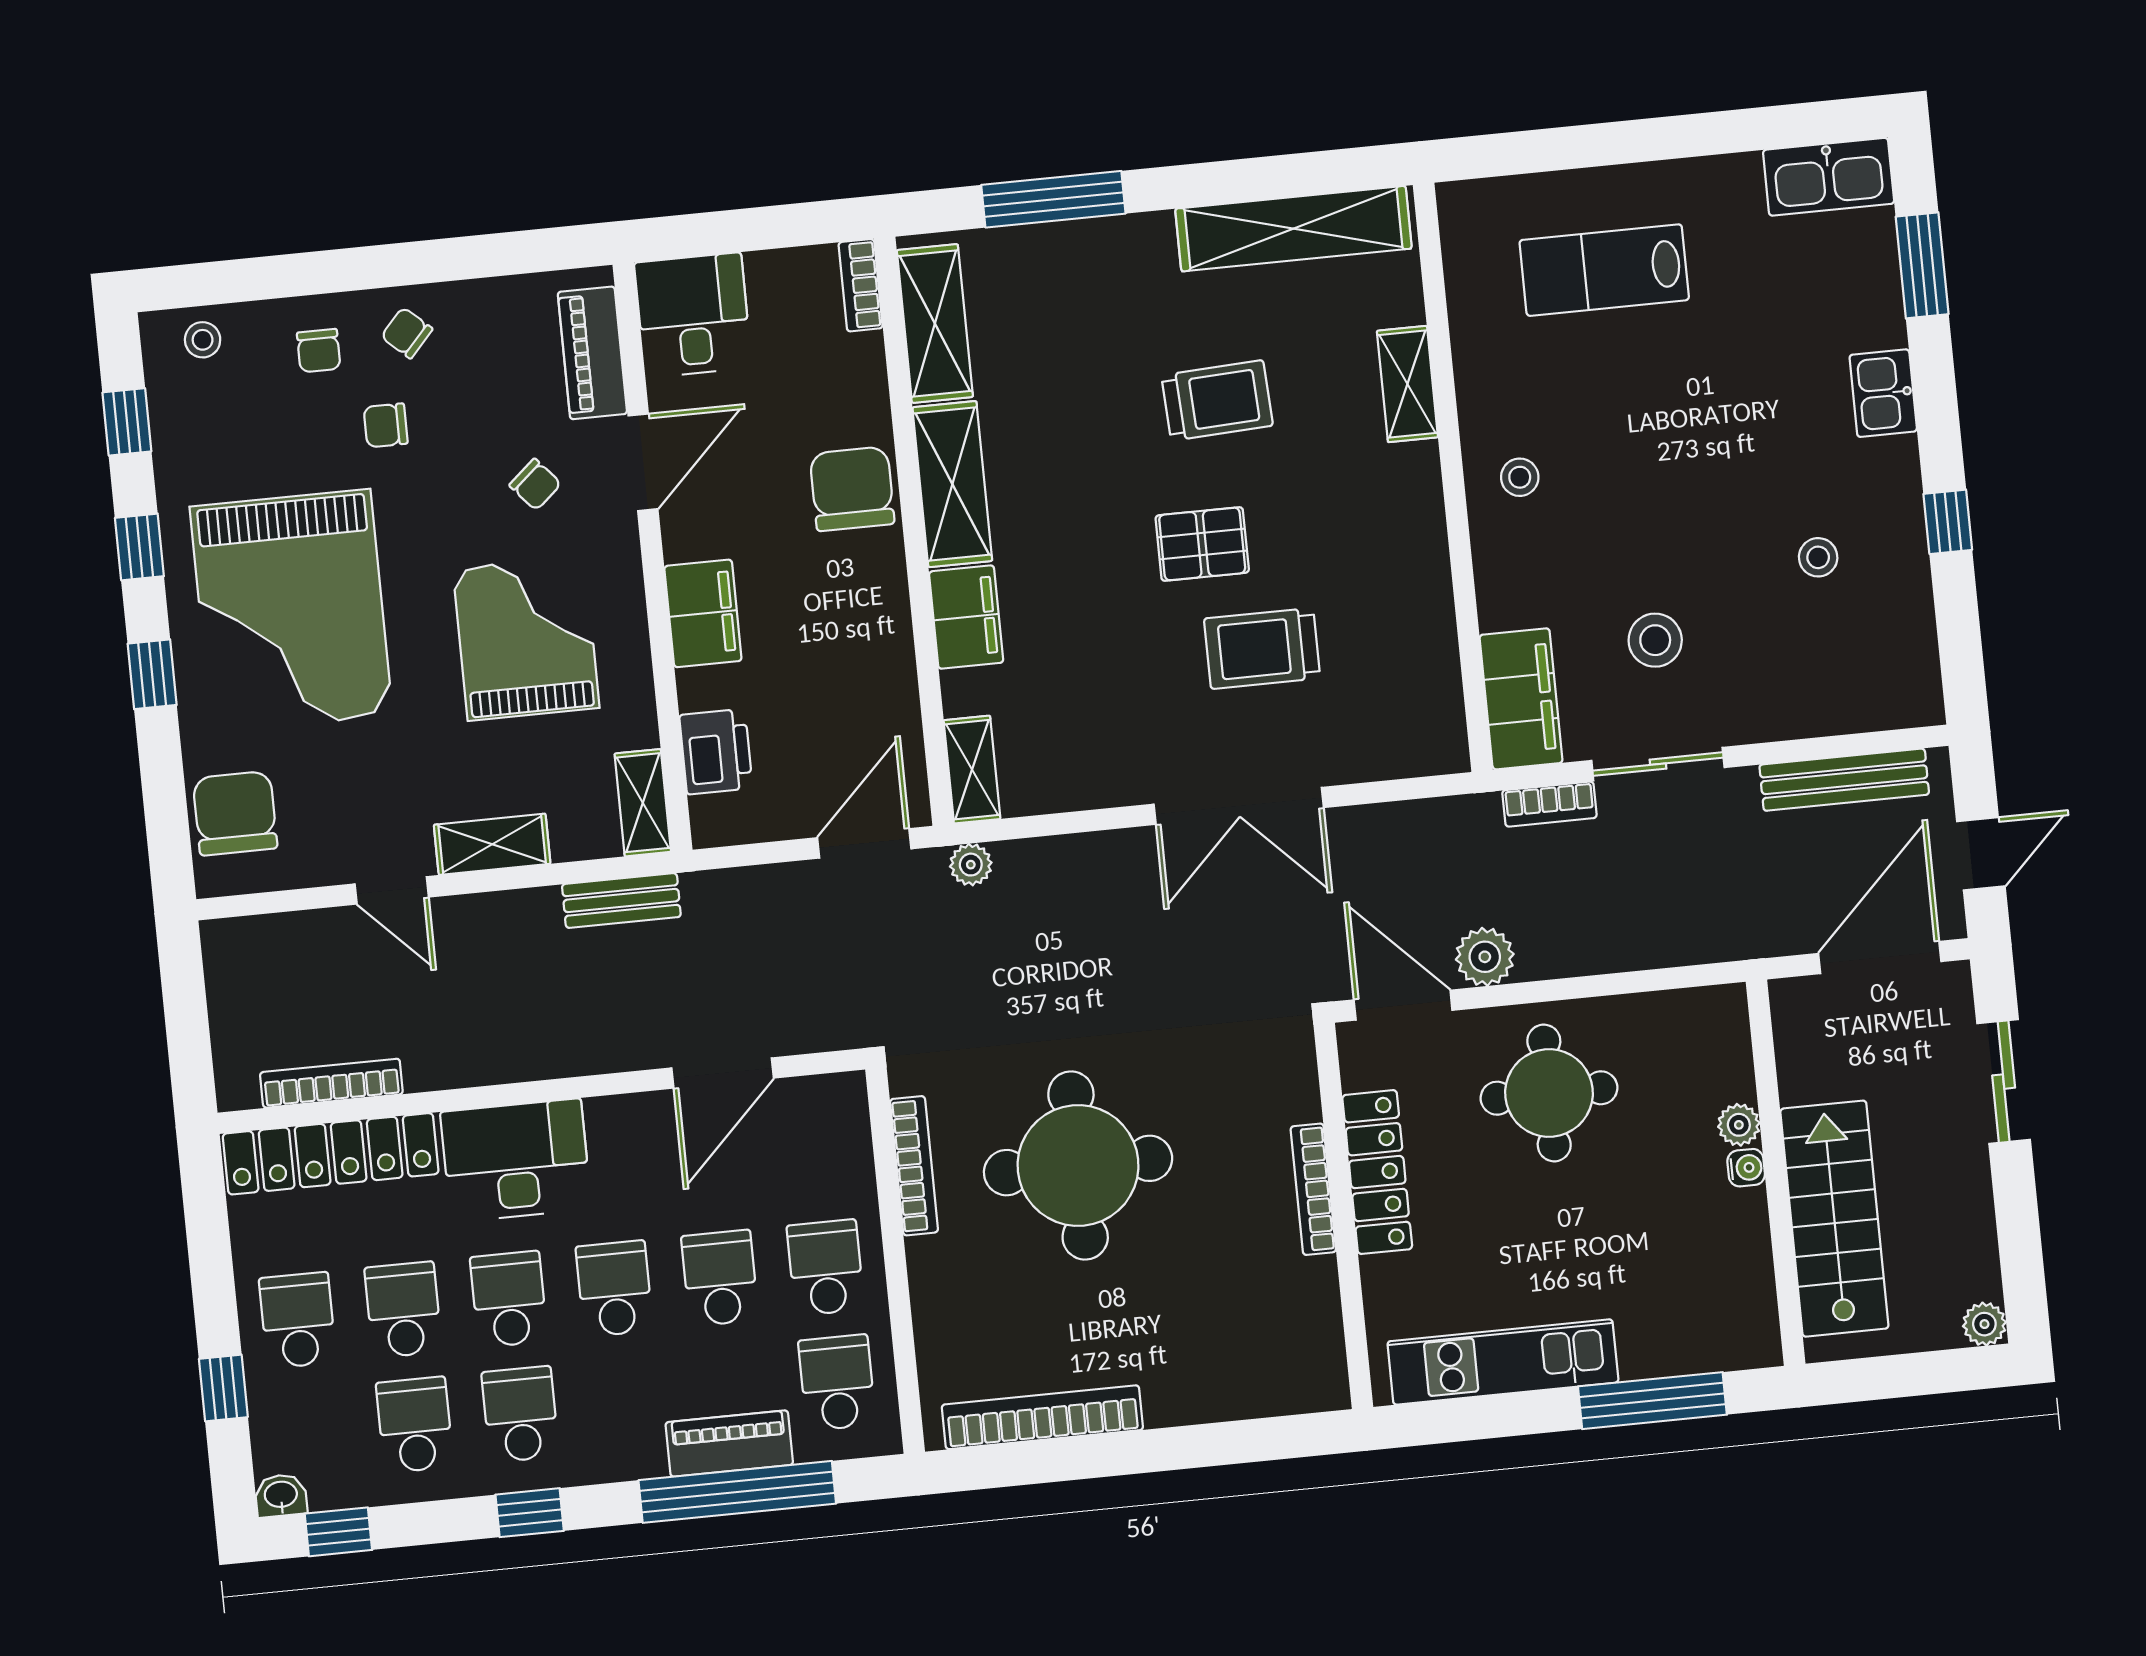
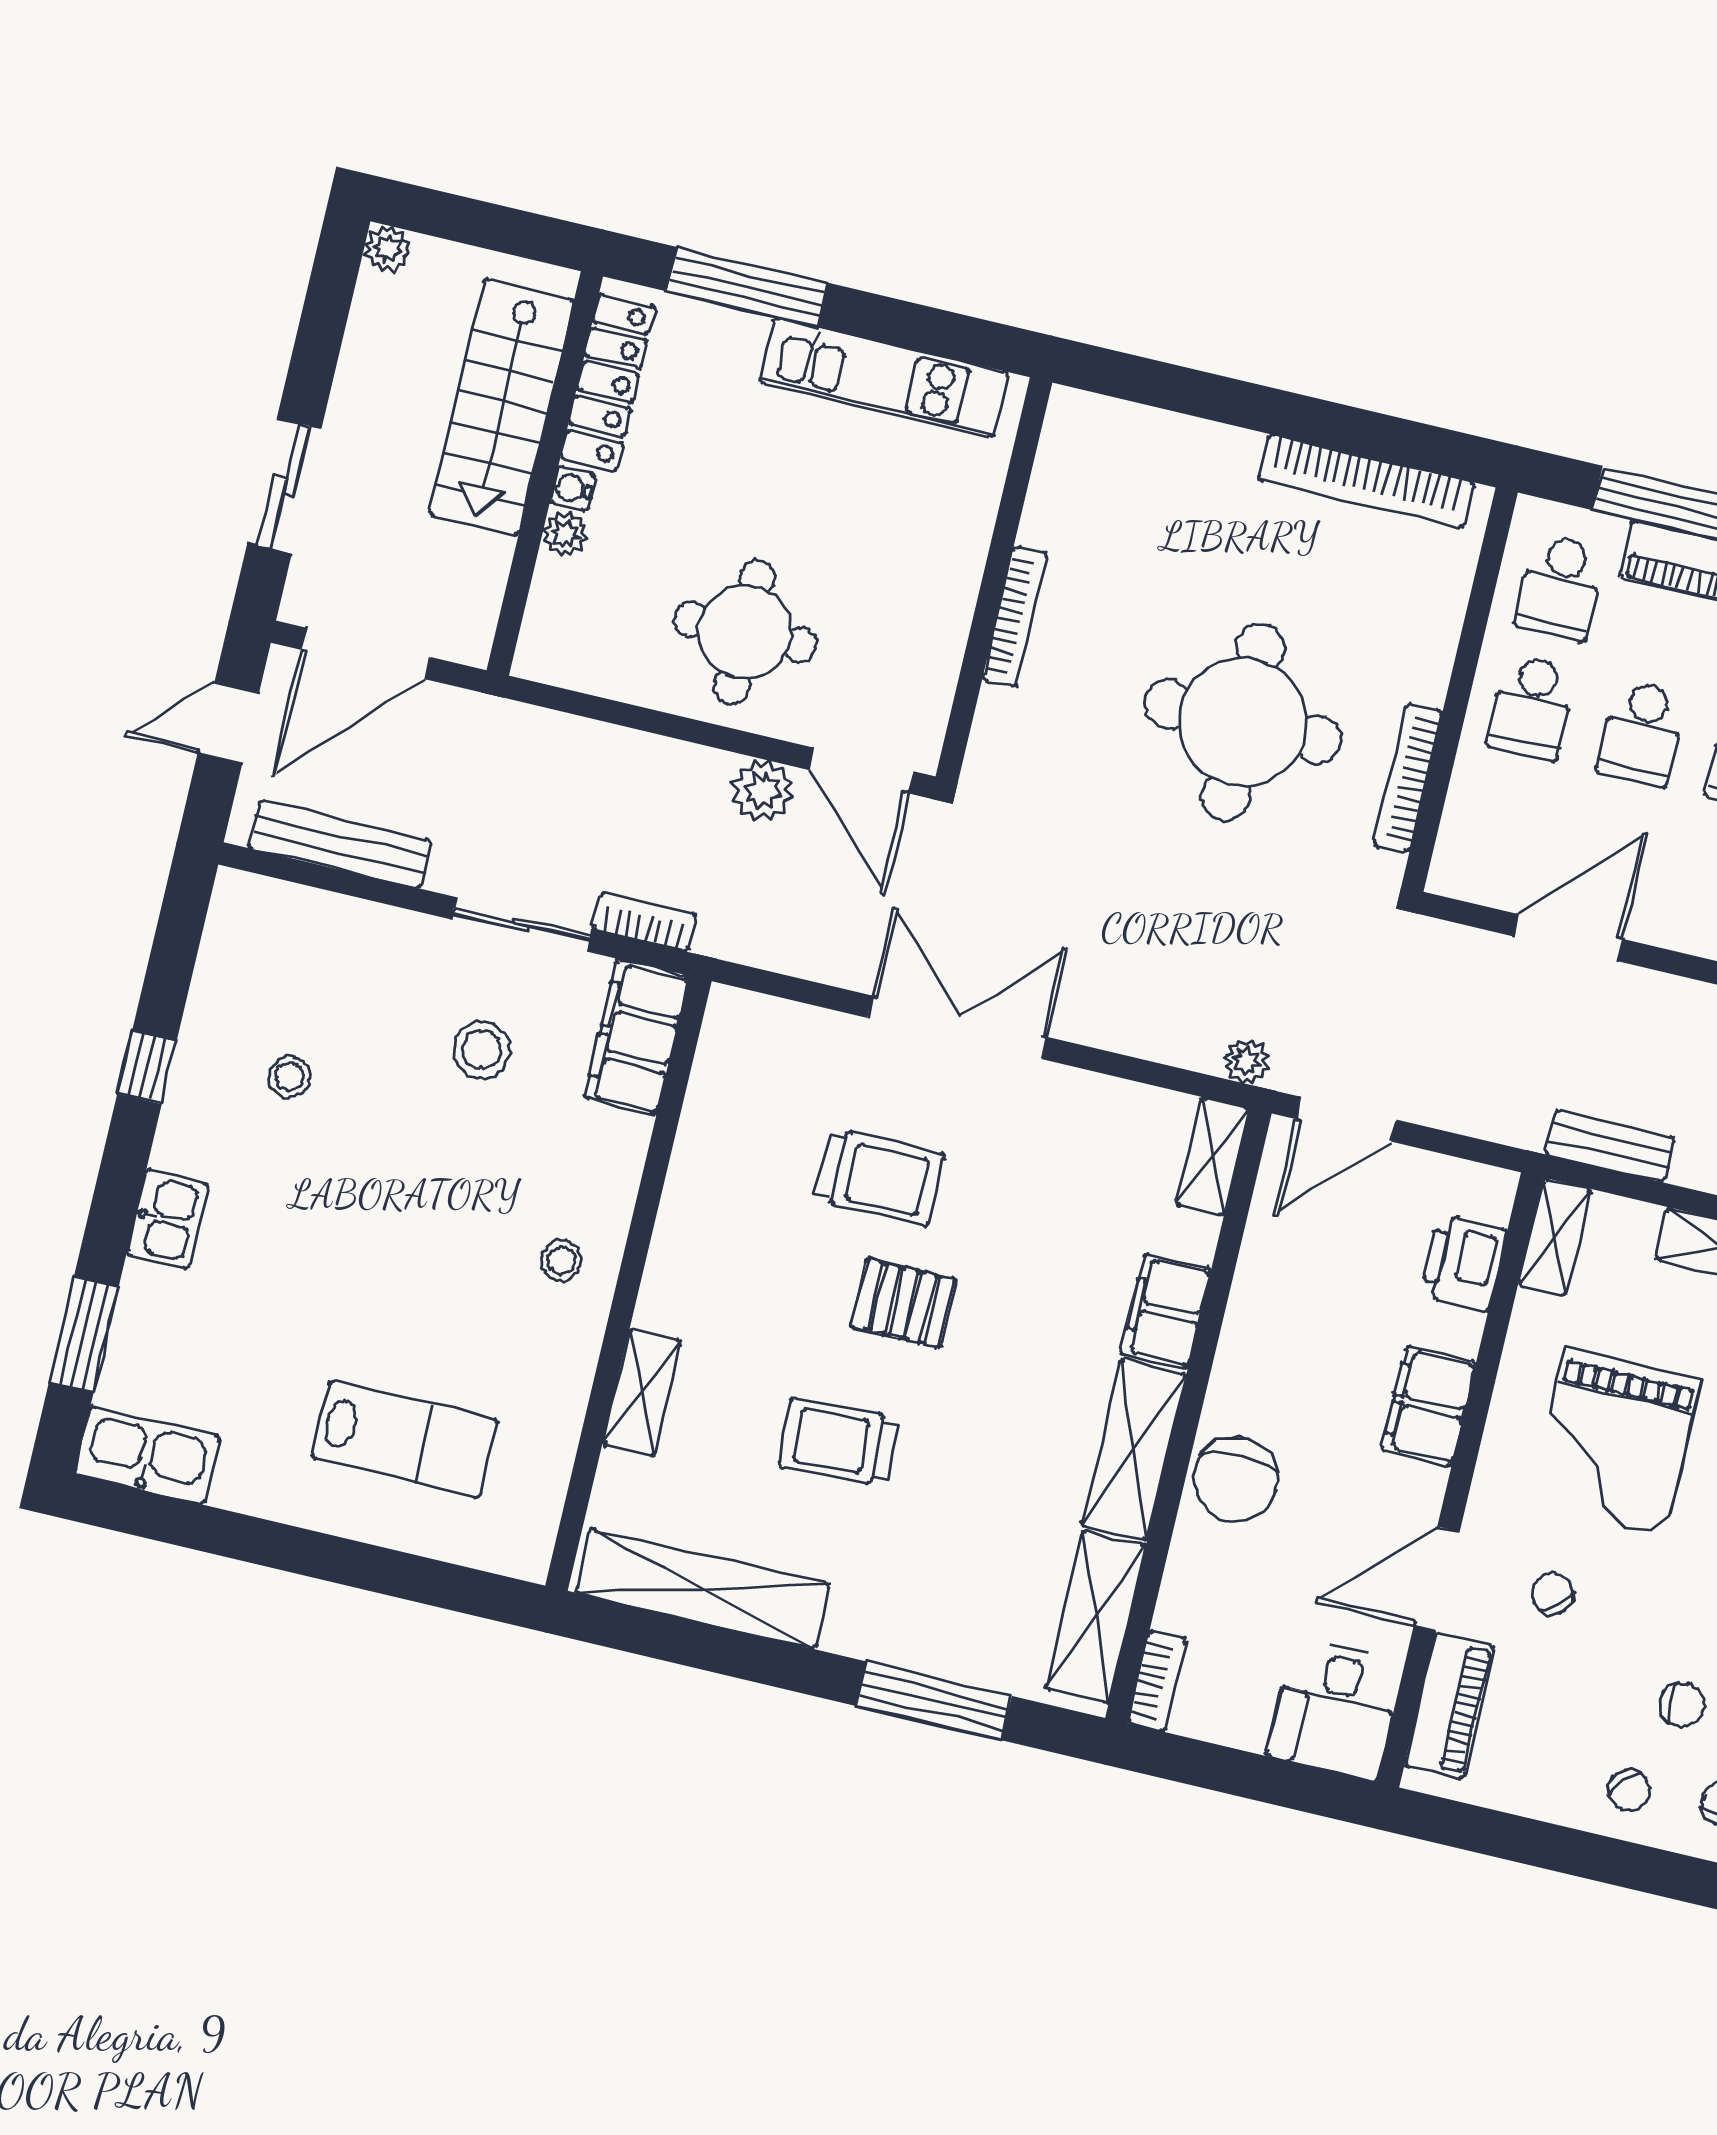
locker: (1377, 1172) -> (608, 382), moved, turned 180

